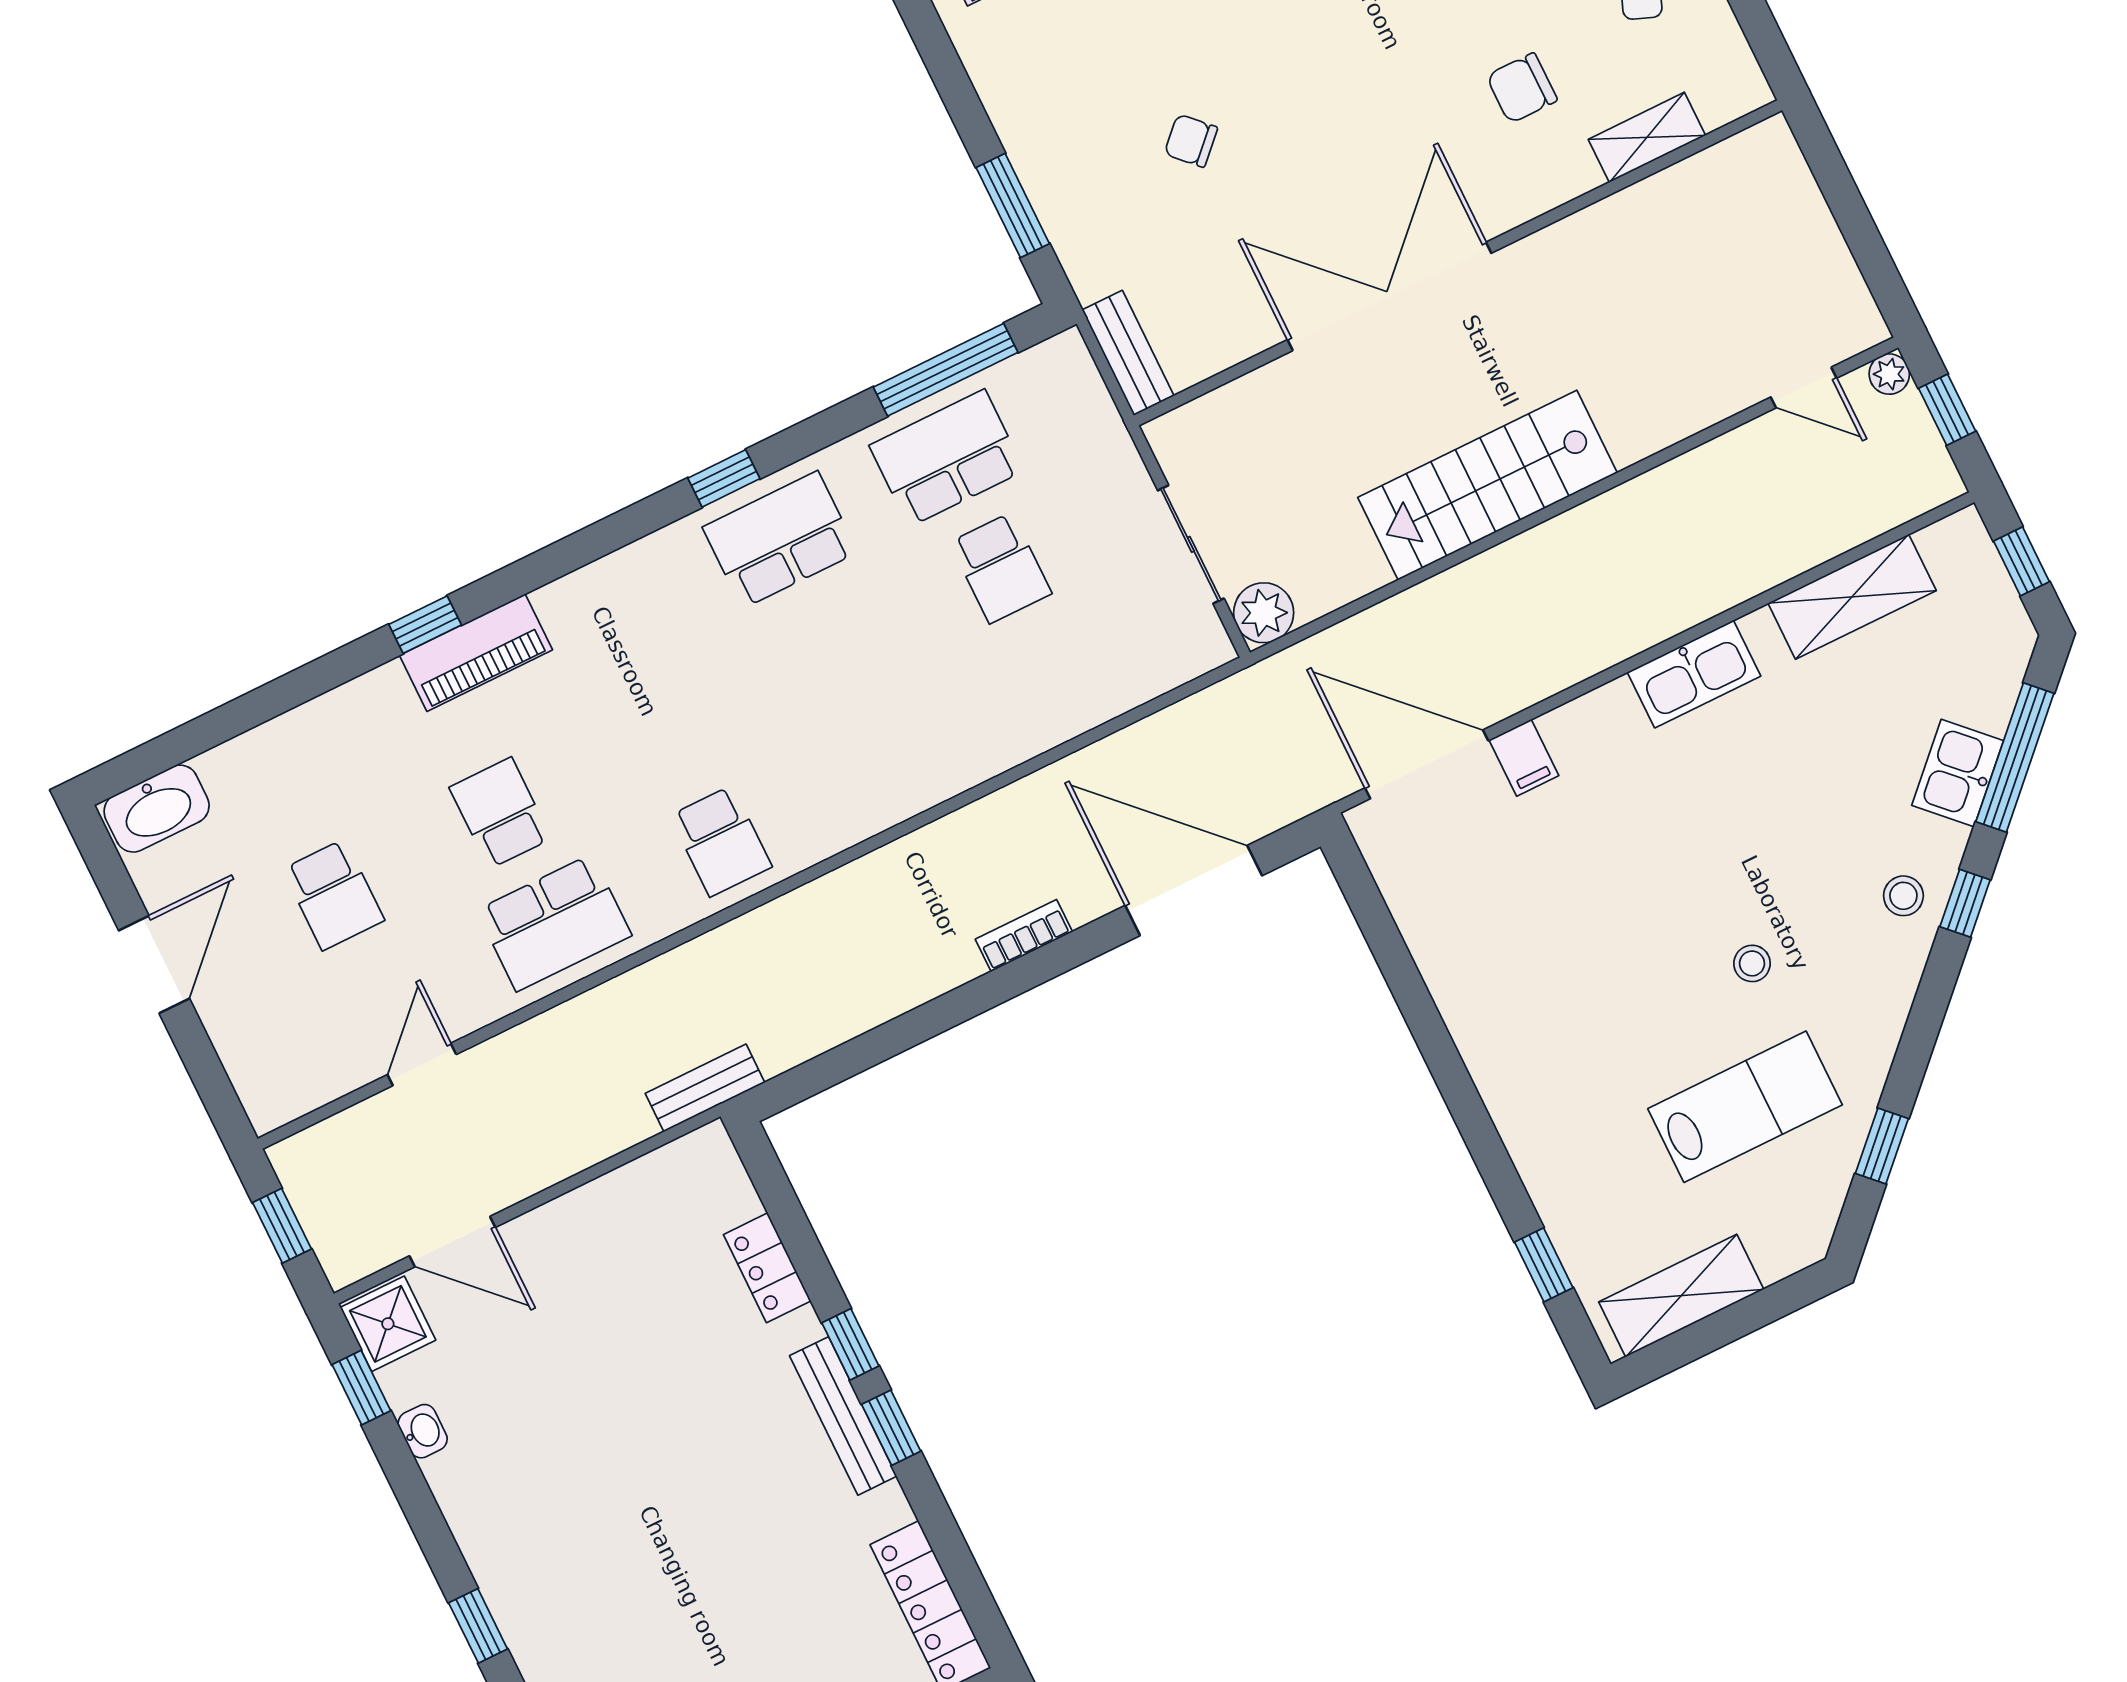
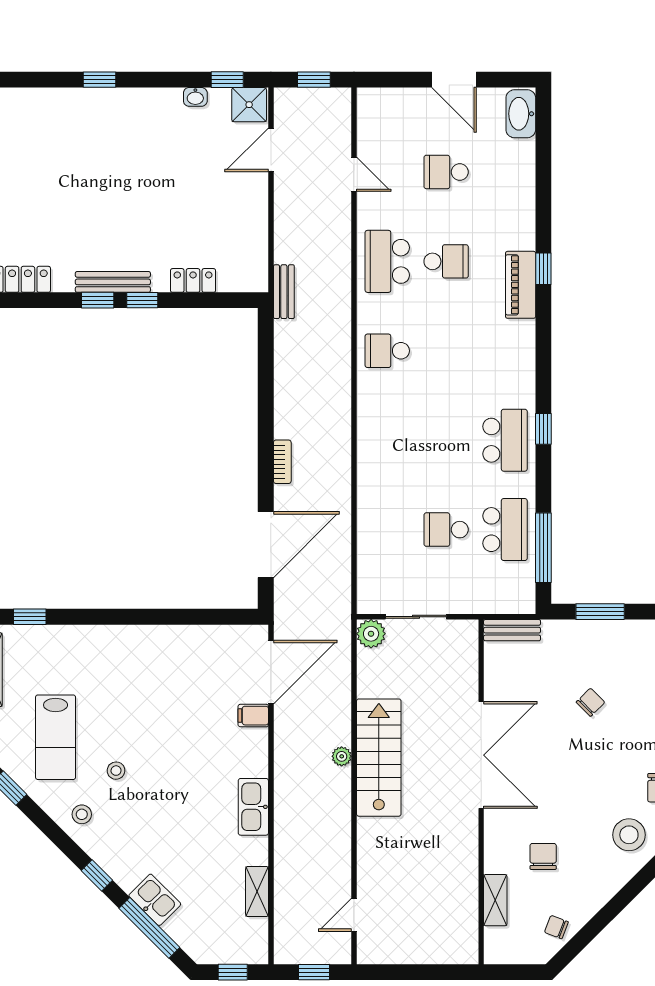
plant: (1889, 374) -> (342, 756), moved
shelving: (1852, 597) -> (257, 891), width x0.67, depth x0.75
stool: (1903, 896) -> (82, 814), moved

